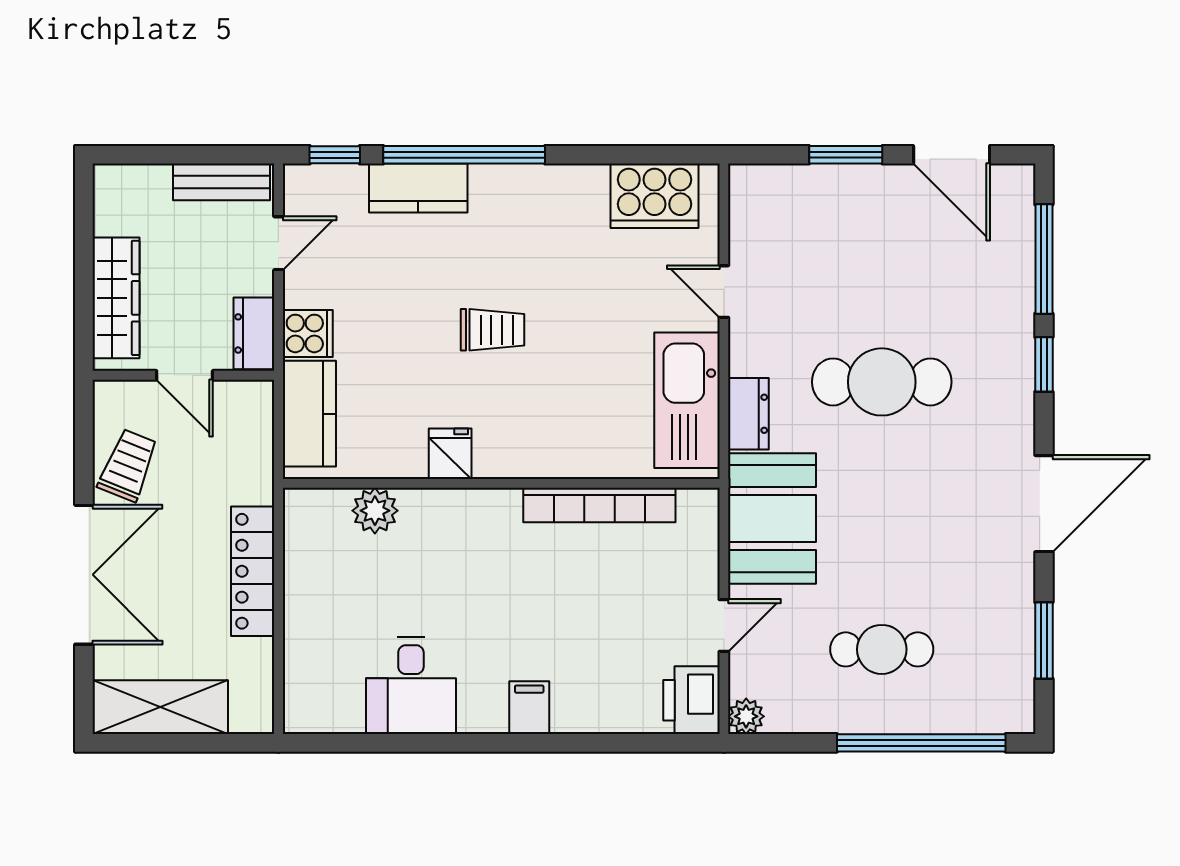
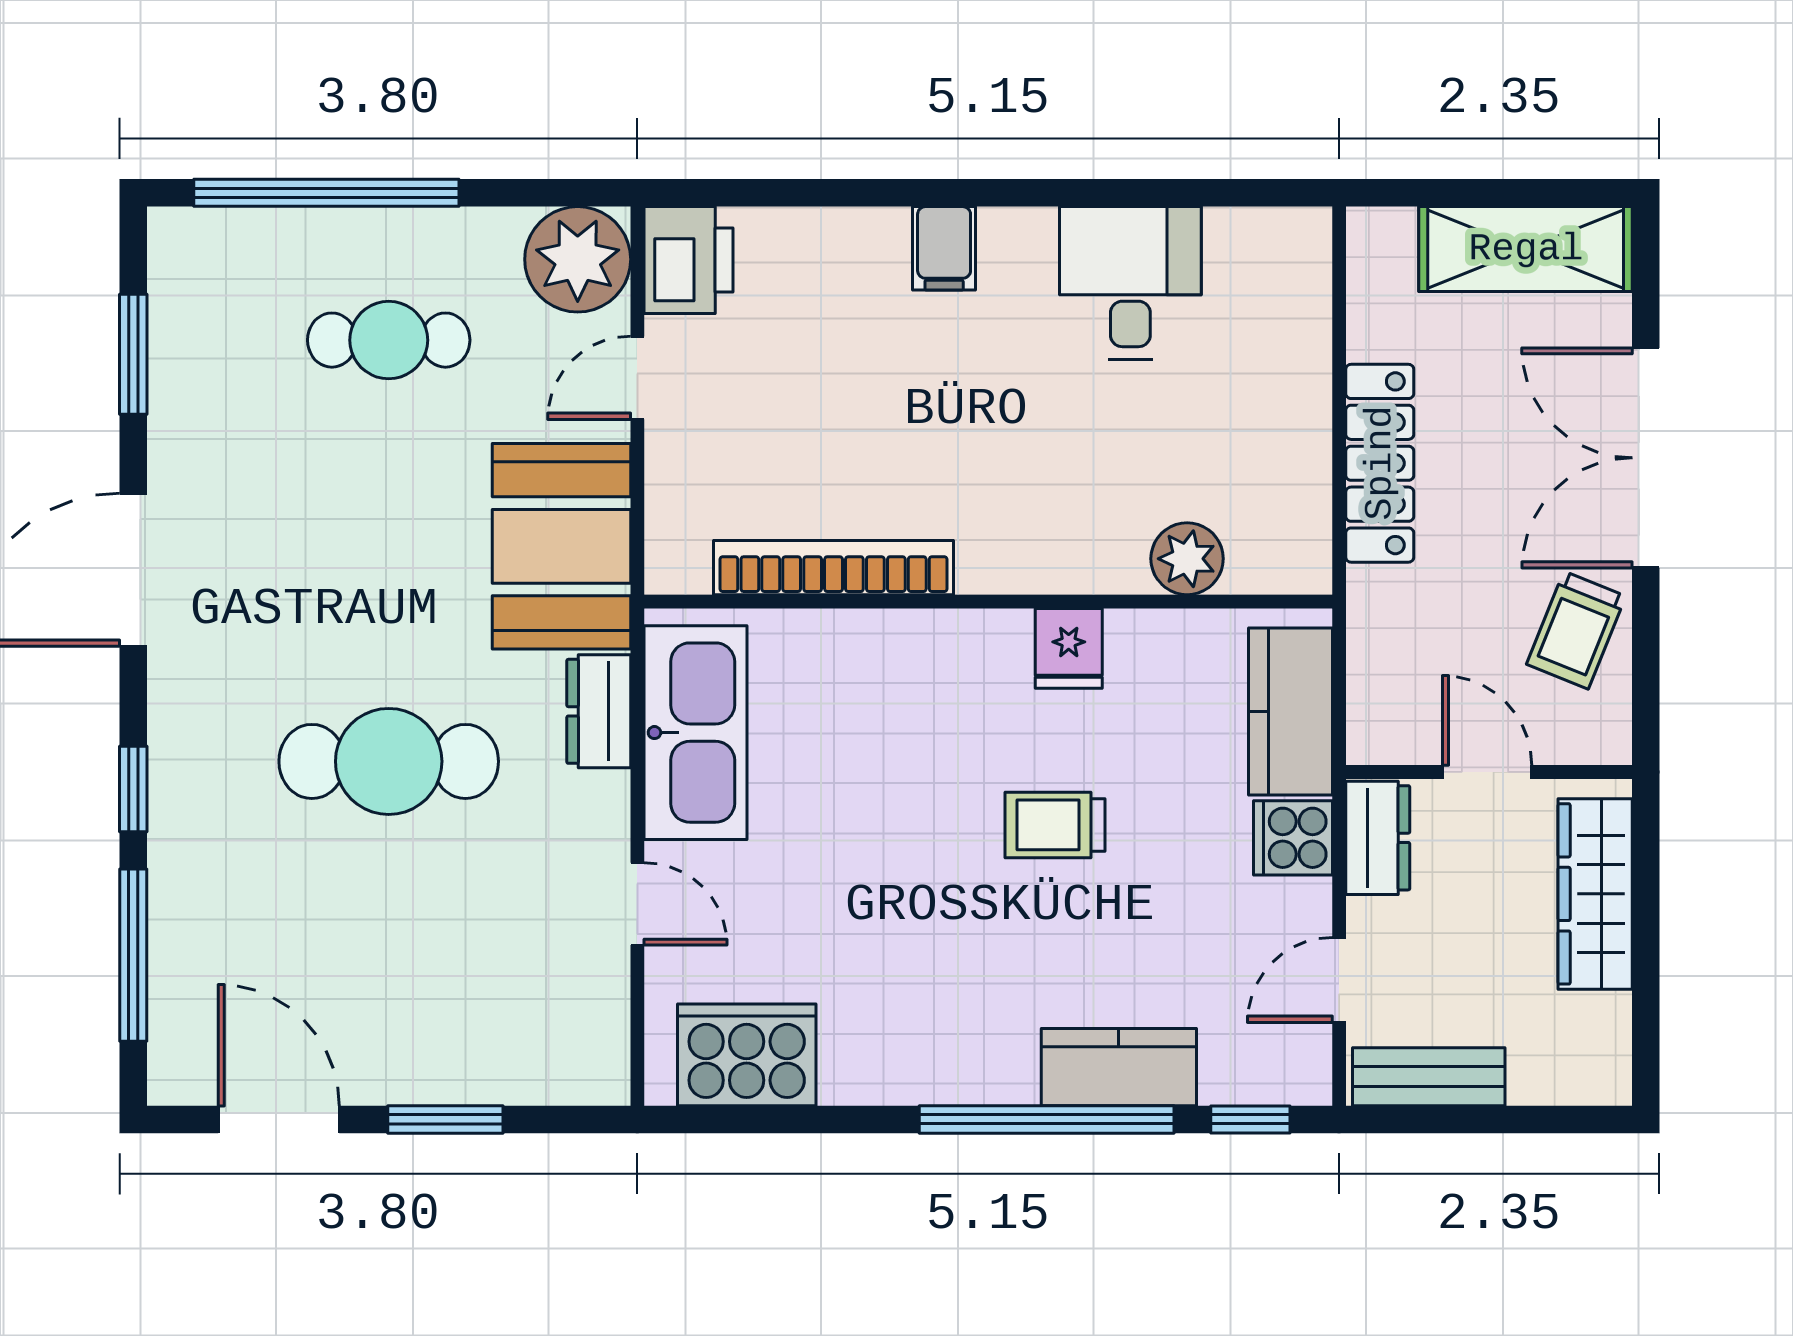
trolley: (492, 330) -> (1055, 825), moved
plant: (746, 716) -> (578, 259), width x1.88, depth x1.88

